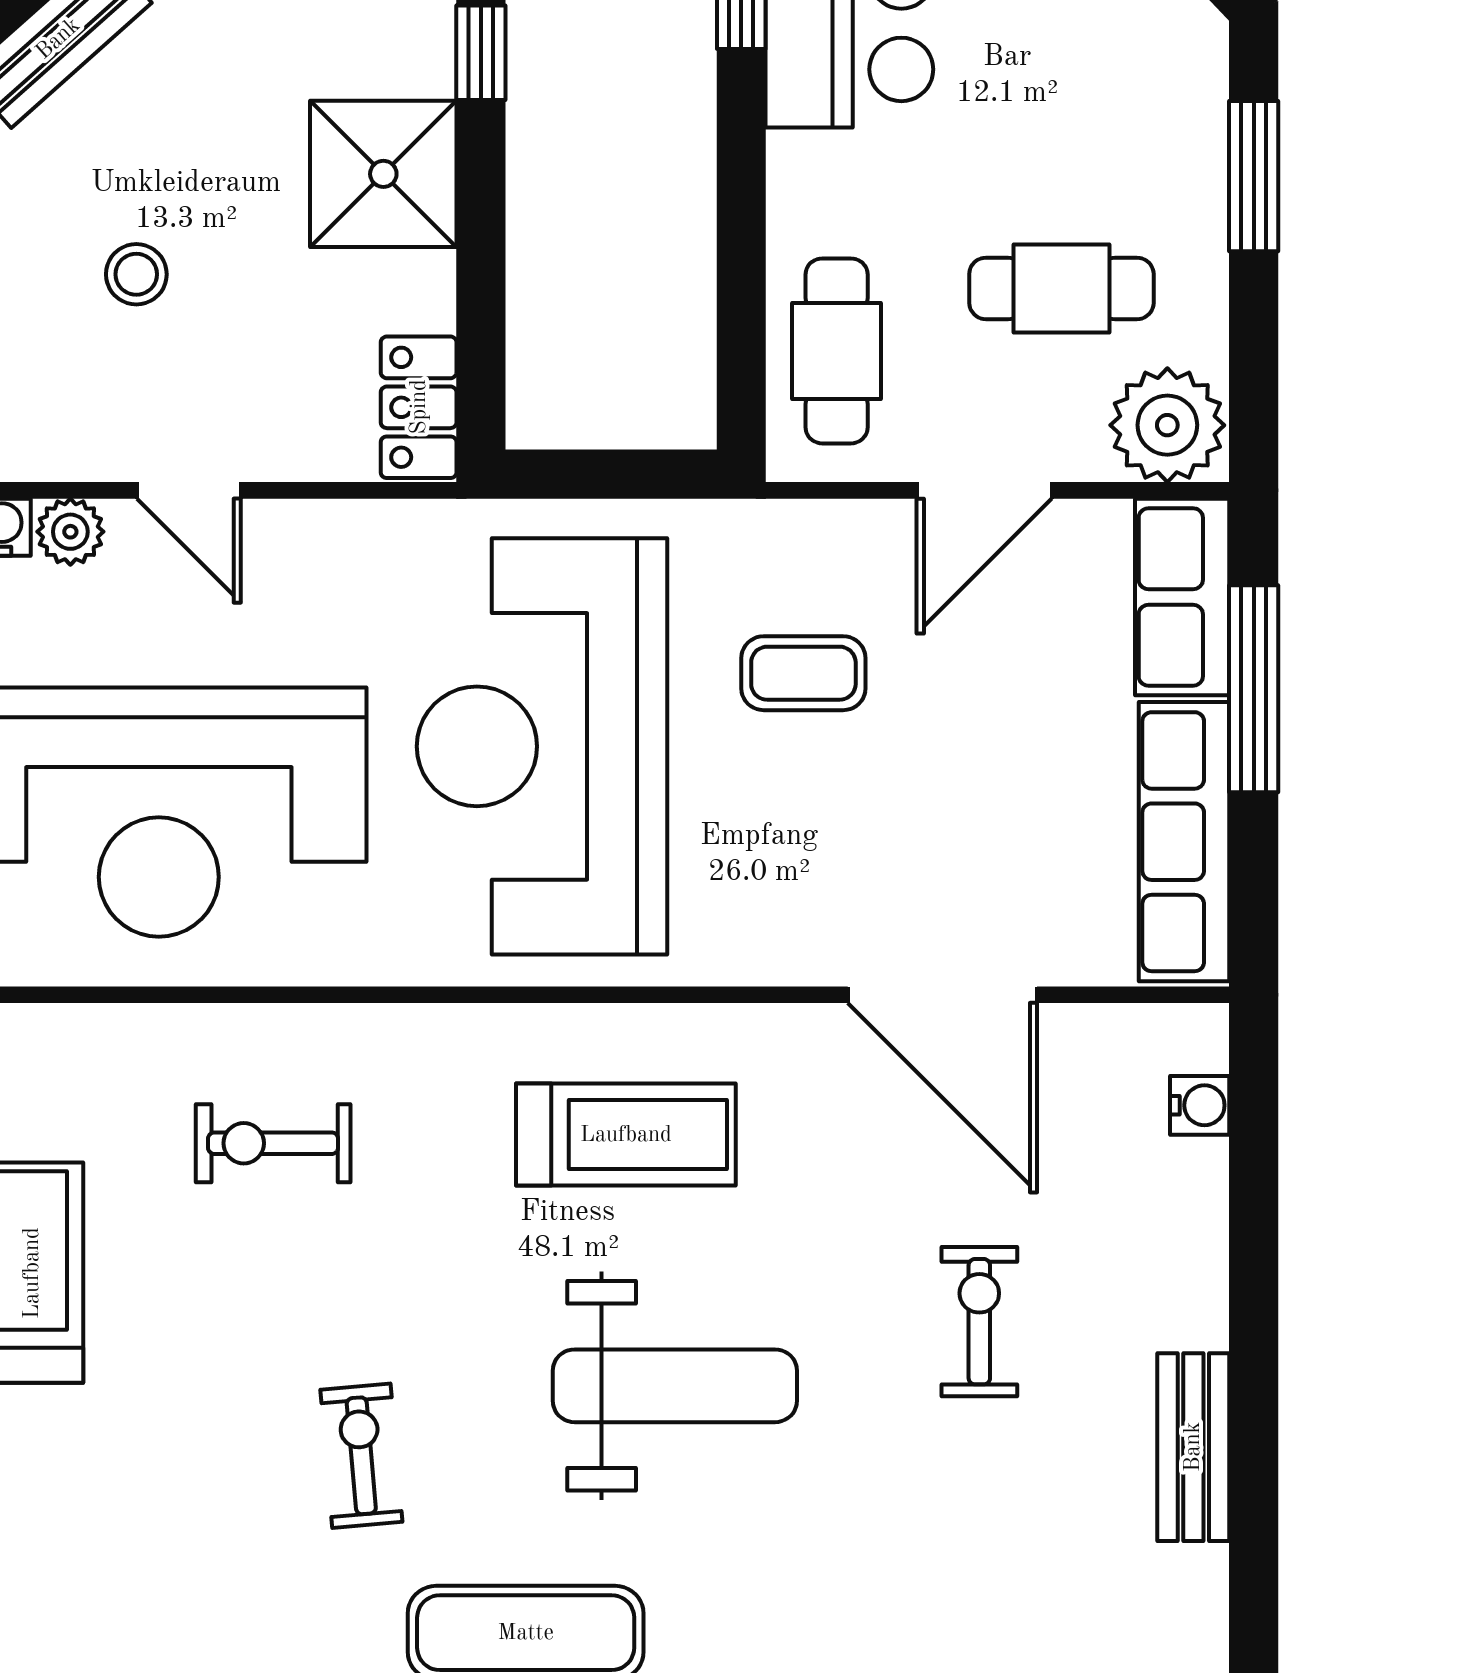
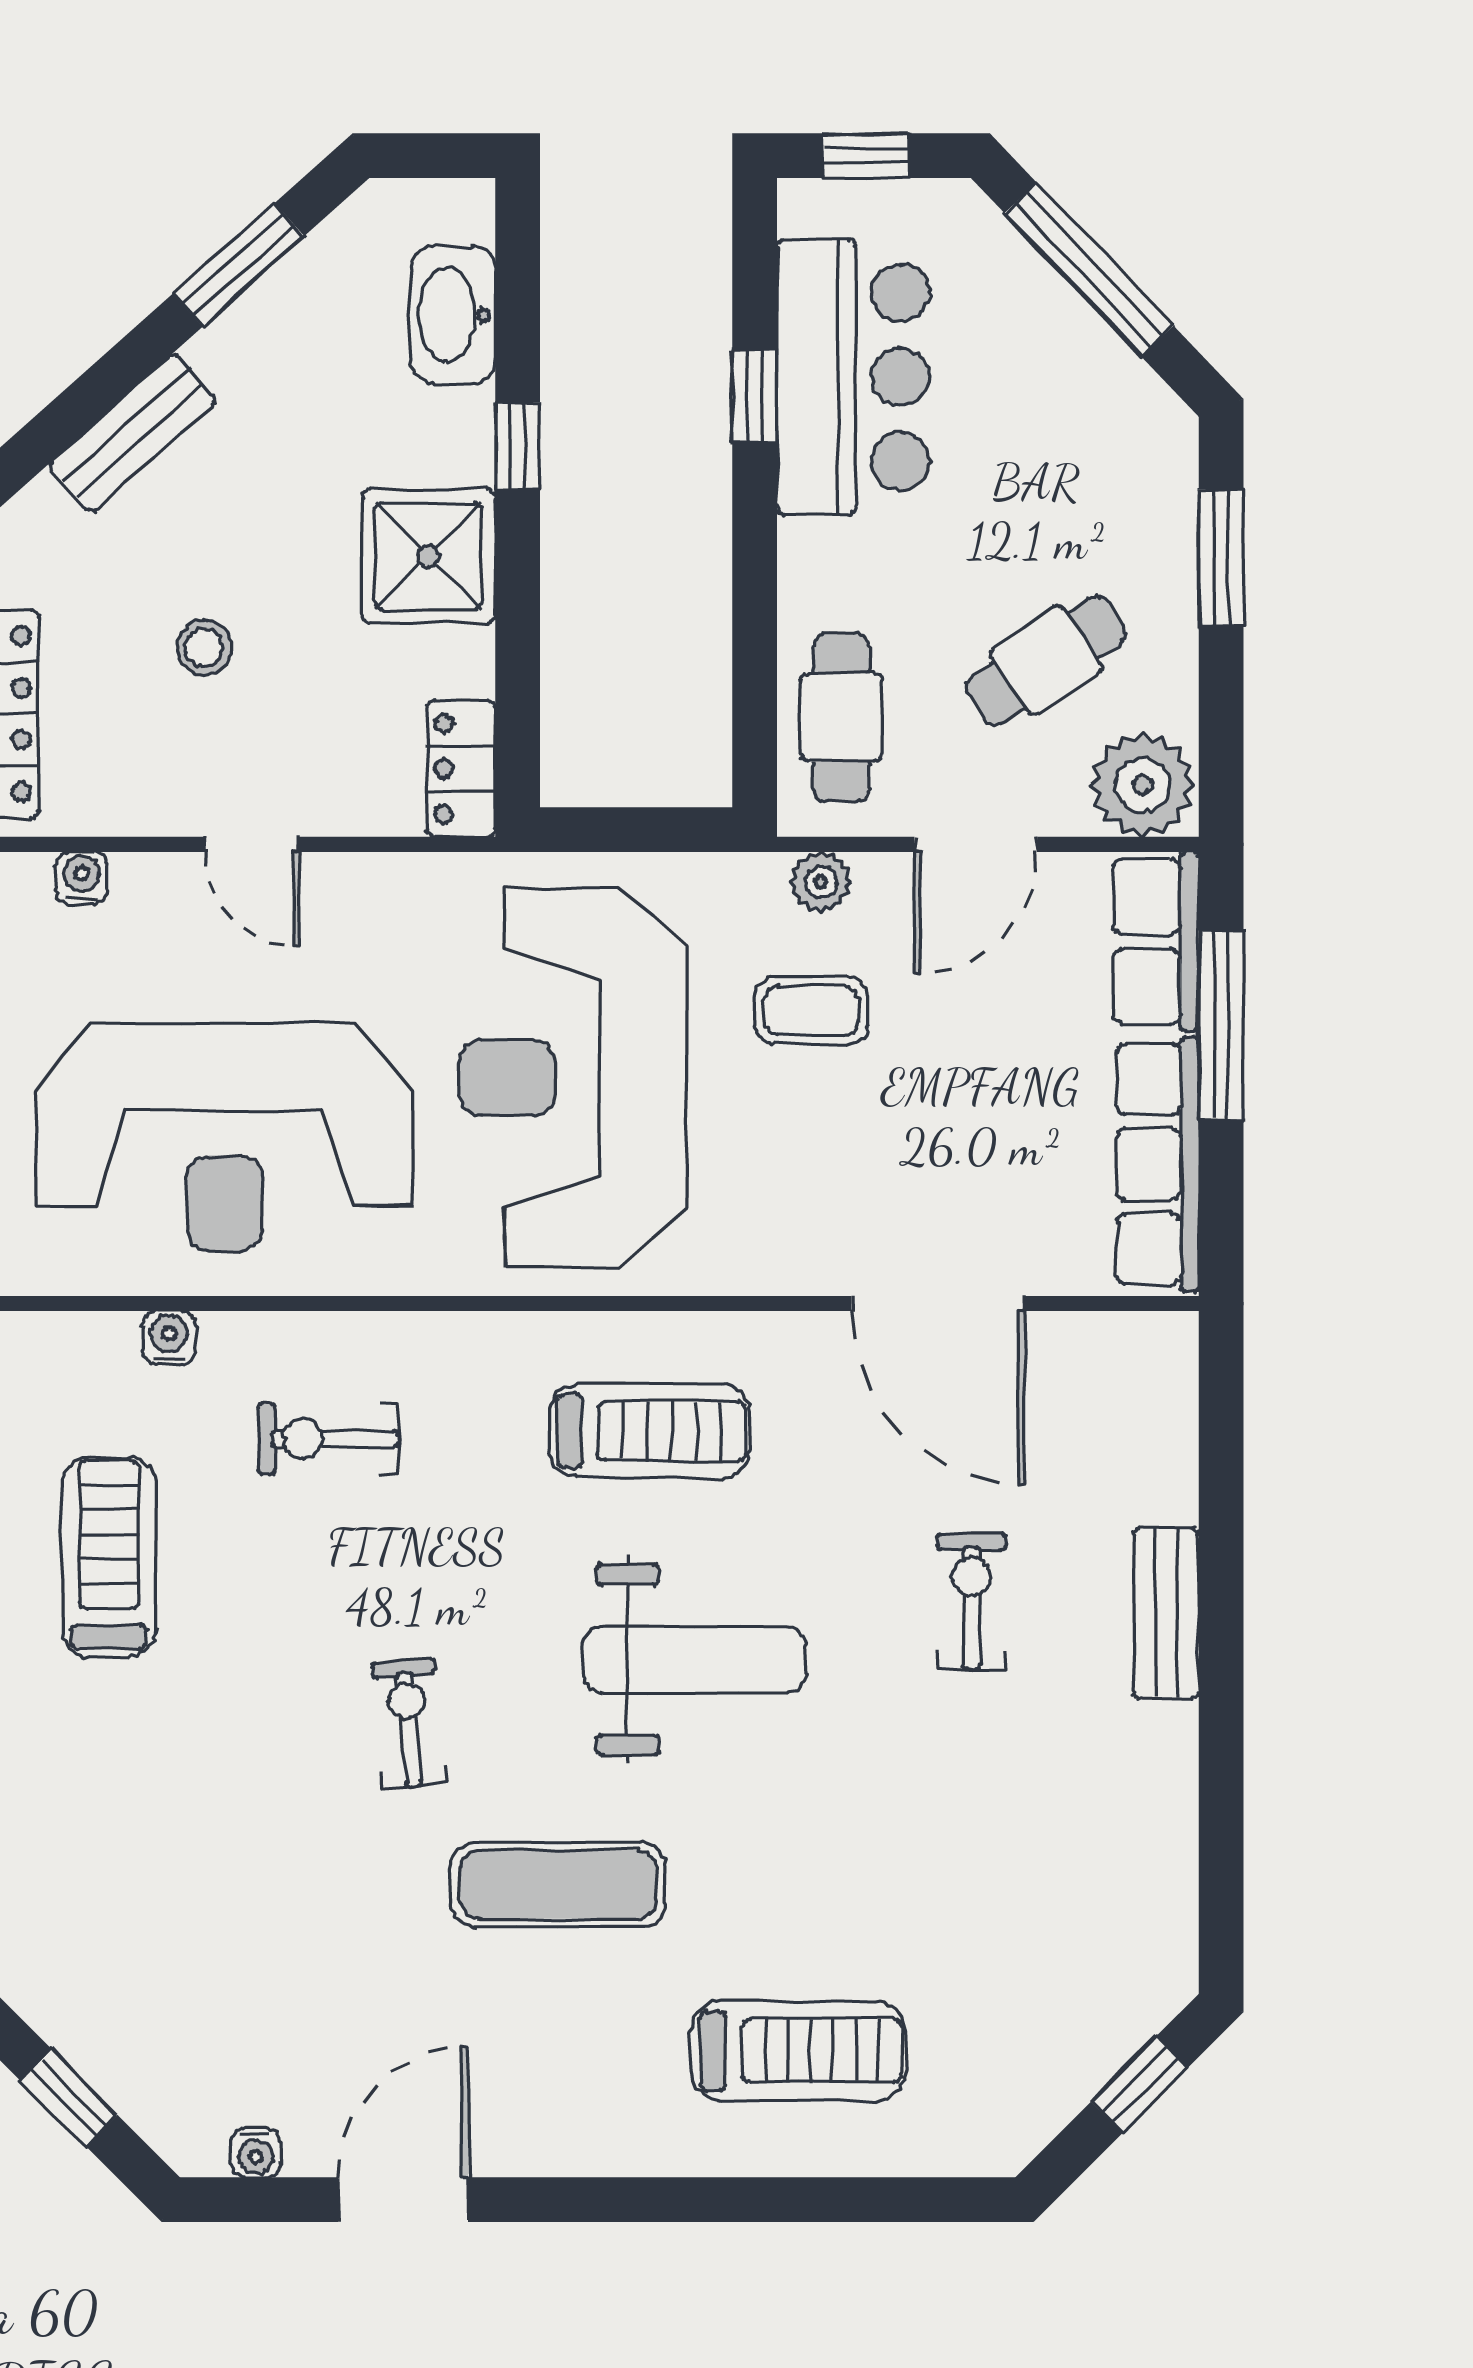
cafe table: (1061, 288) -> (1046, 661), turned -34
plant: (70, 532) -> (821, 882), moved
water cooler: (1200, 1105) -> (169, 1338), moved, turned -90
bench: (1193, 1447) -> (1166, 1613), moved

